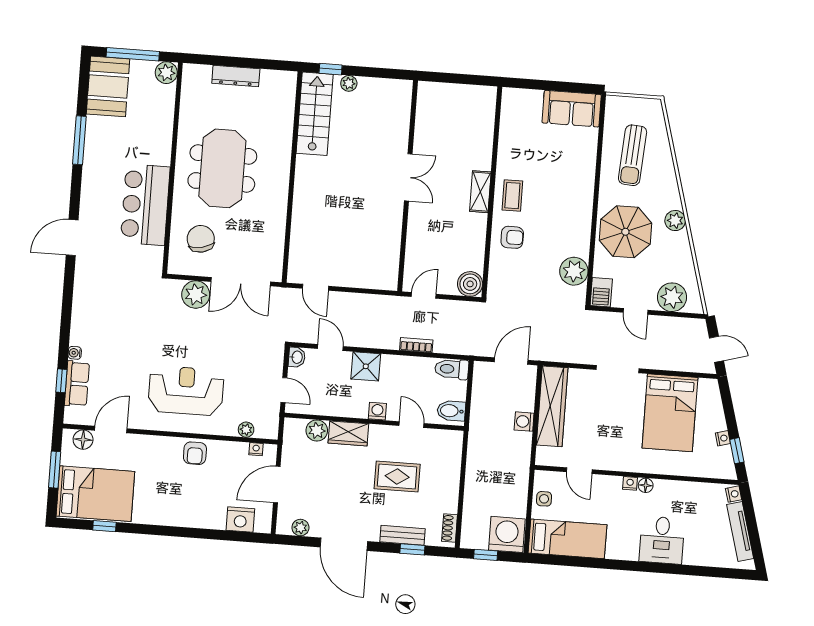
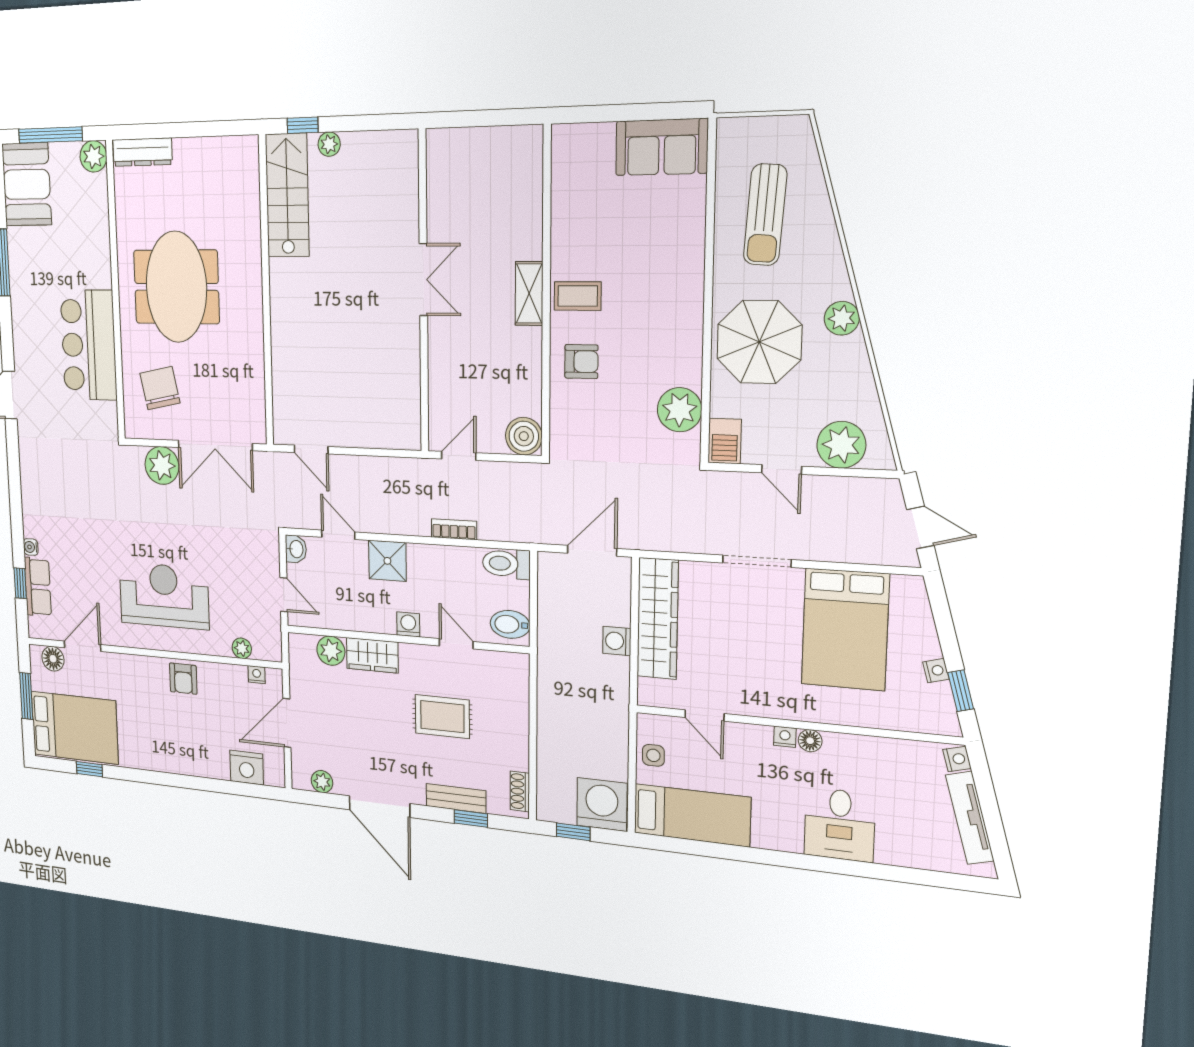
dresser: (236, 76) -> (142, 152), moved
coffee table: (512, 196) -> (578, 296), turned 90

